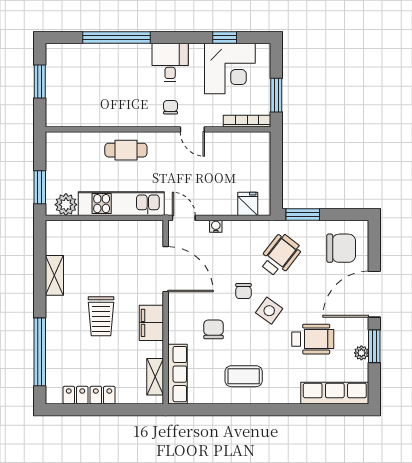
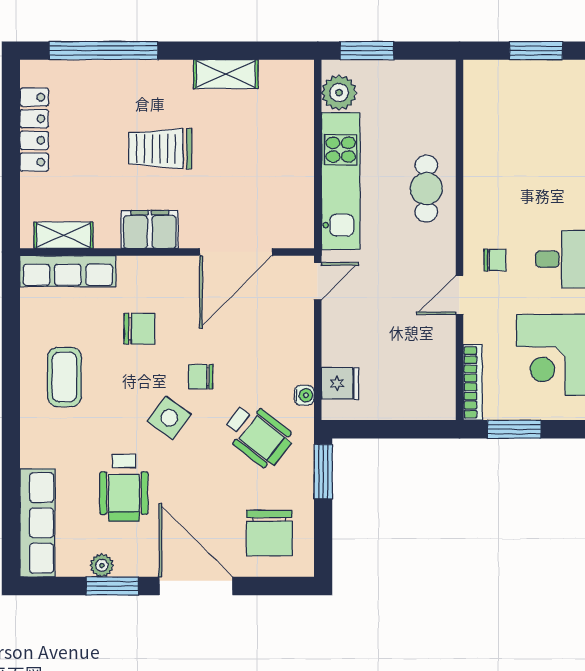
water cooler: (216, 226) -> (304, 395), moved

